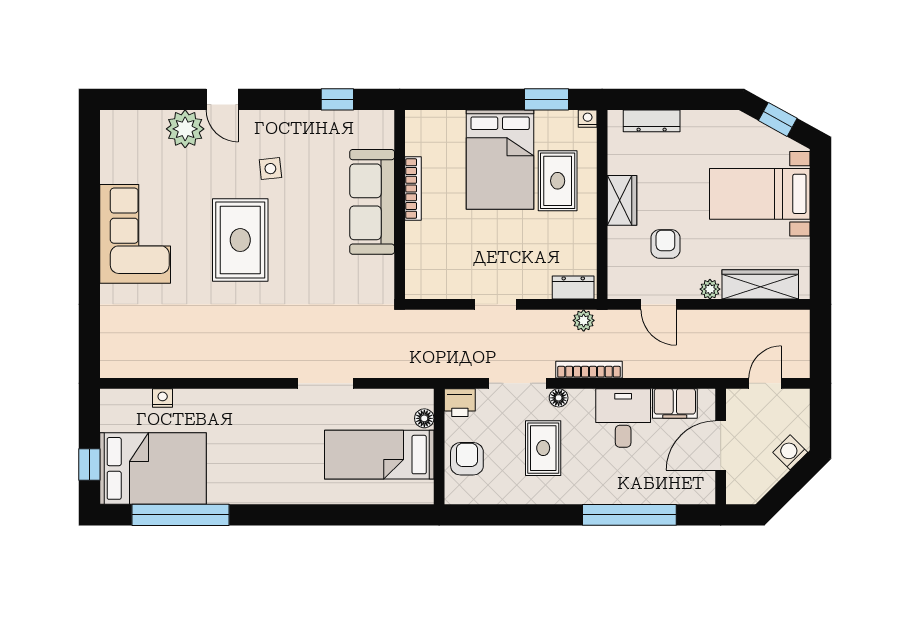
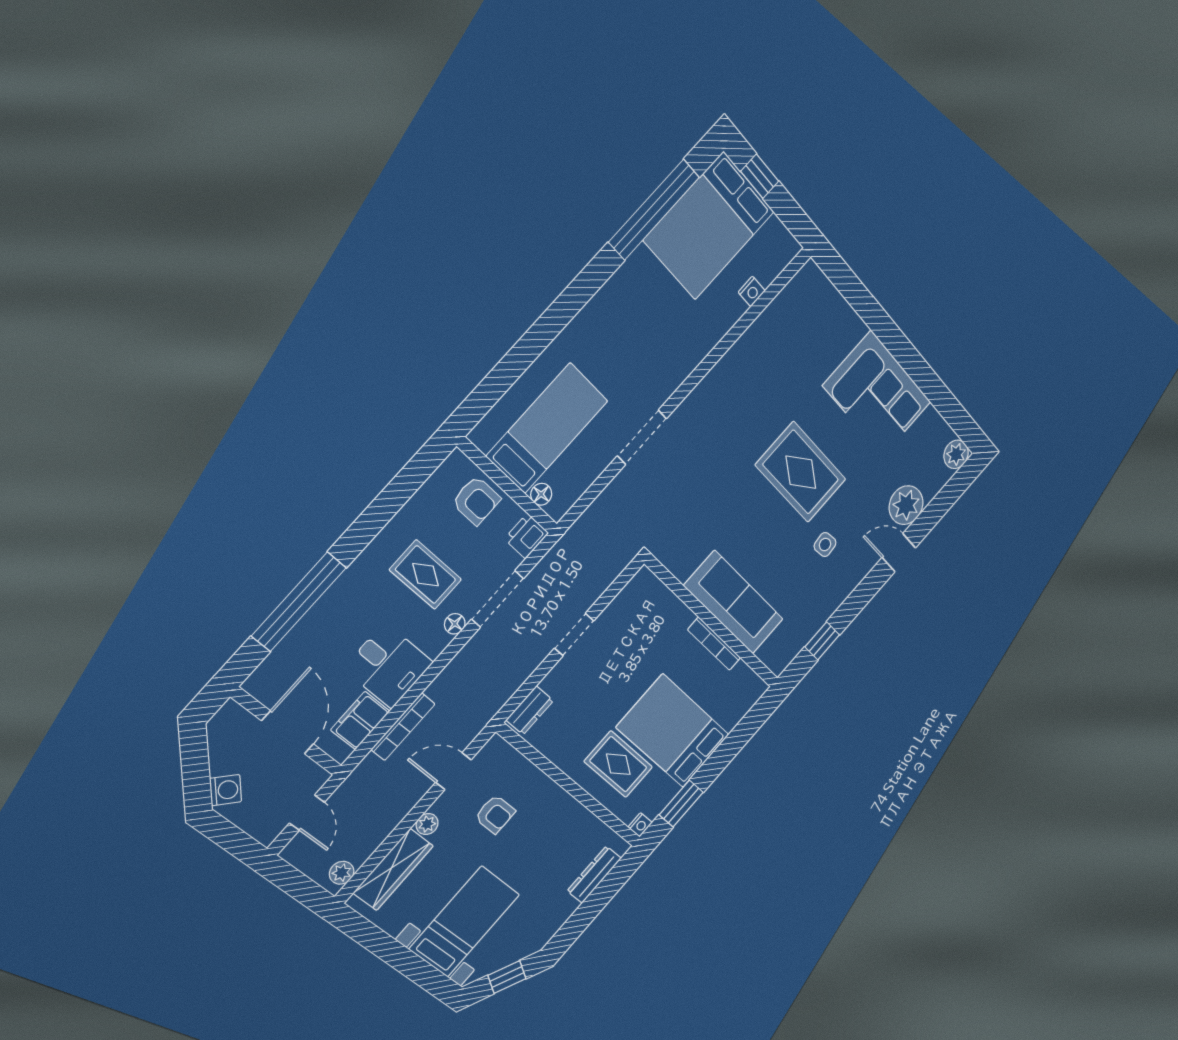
plant: (114, 124) -> (956, 454), added
wardrobe: (622, 200) -> (559, 805), removed
plant: (584, 320) -> (342, 873), moved
bookcase: (589, 370) -> (403, 727), moved

